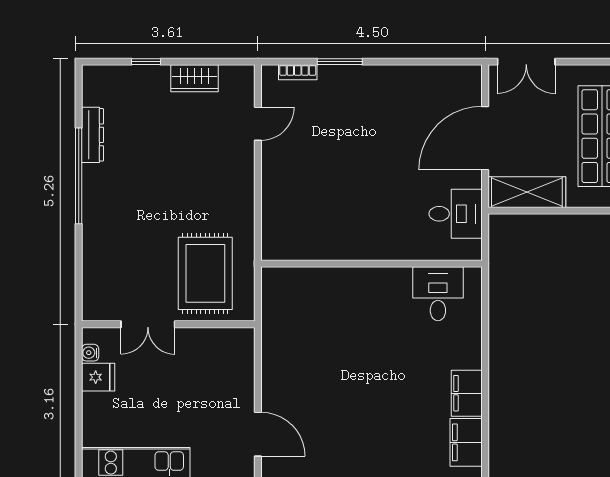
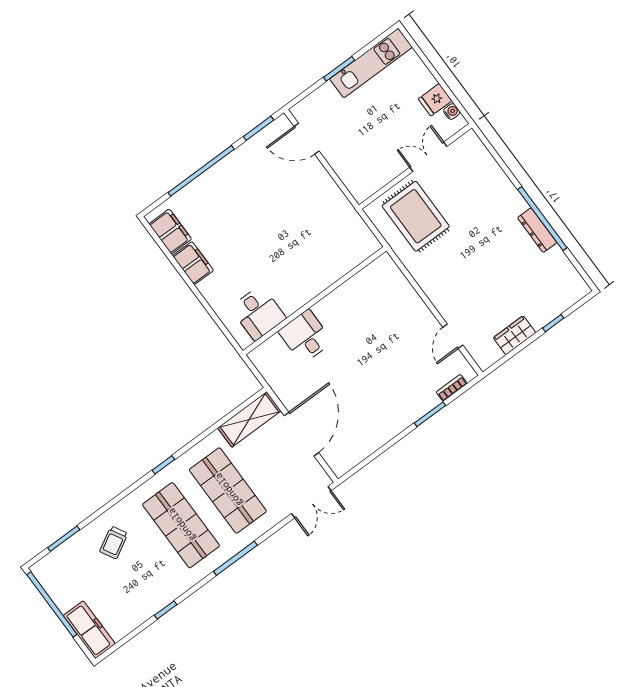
double door: (526, 62) -> (311, 502), swing flipped
dresser: (92, 135) -> (537, 230), moved
desk: (456, 214) -> (305, 337), moved, turned 90

